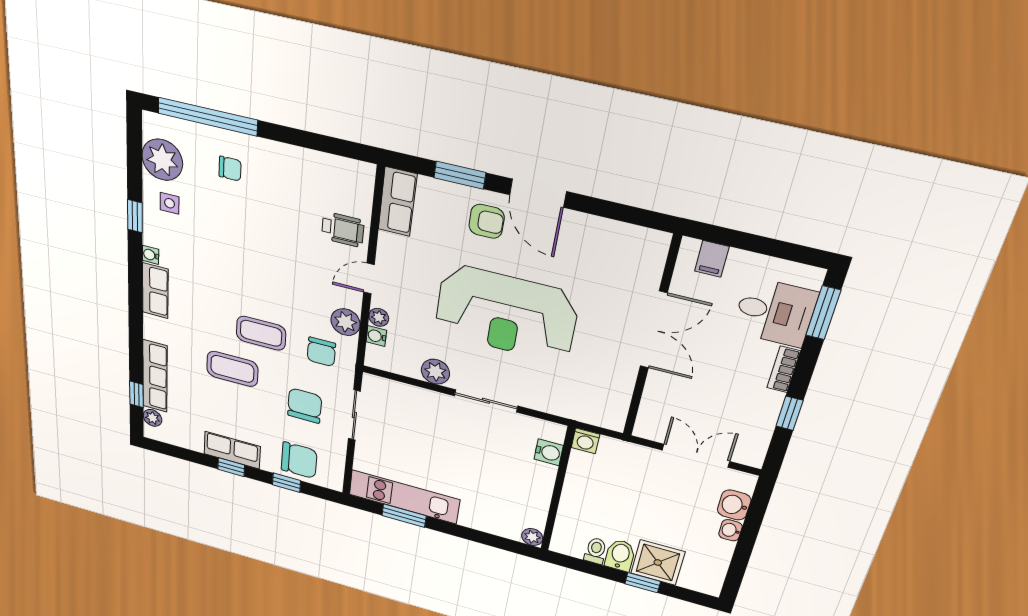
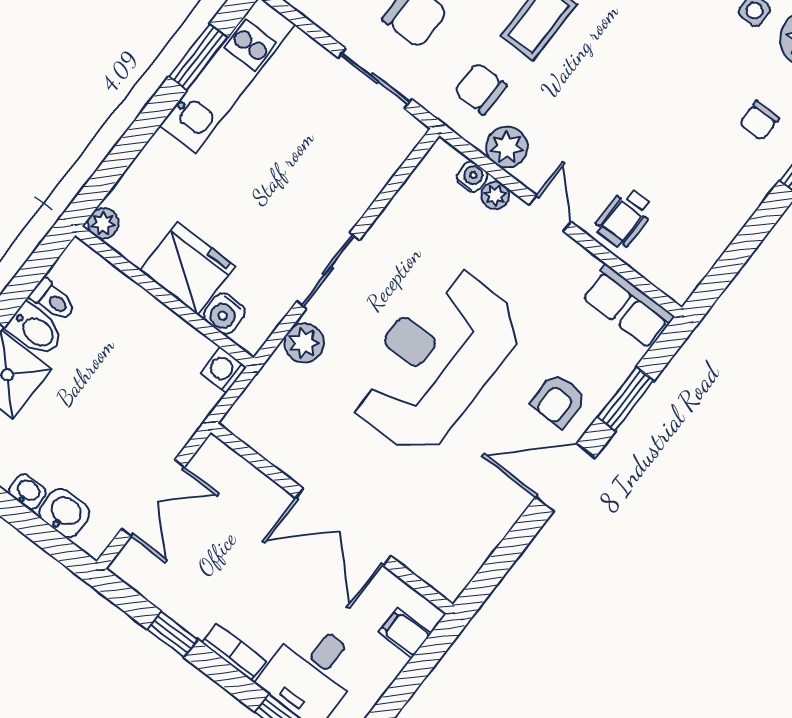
plant: (435, 372) -> (304, 343), moved
fridge: (532, 482) -> (187, 268), added

